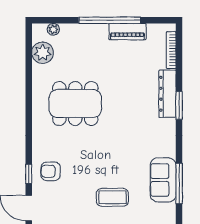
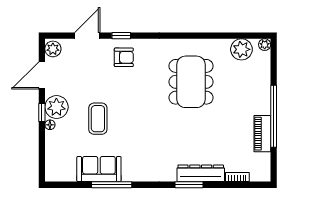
plant: (53, 29) -> (265, 45), moved
bookcase: (171, 50) -> (237, 177), width x0.64
armchair: (51, 171) -> (124, 57), turned 90
sofa: (163, 180) -> (99, 169), moved

